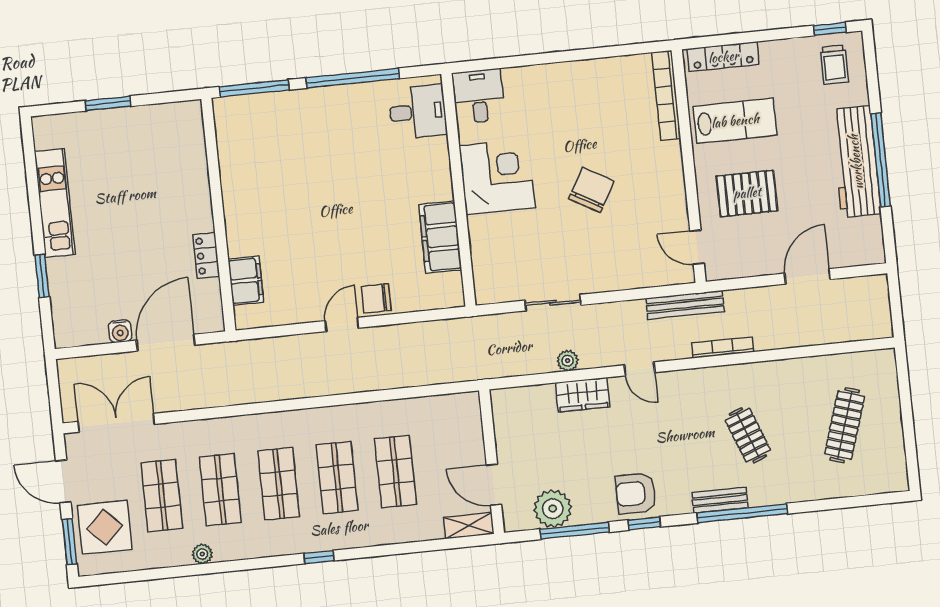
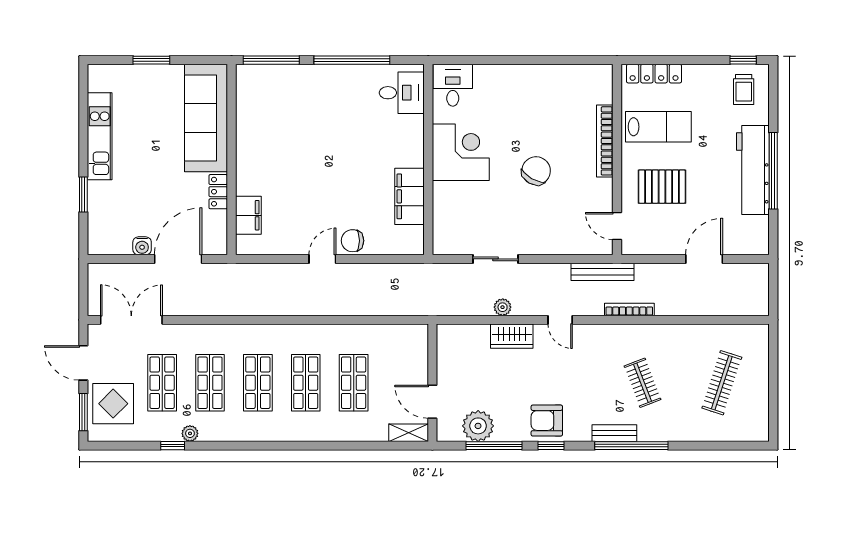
bookcase: (666, 95) -> (605, 141), moved
sofa: (182, 167) -> (206, 118), added
window: (319, 557) -> (173, 446), moved

